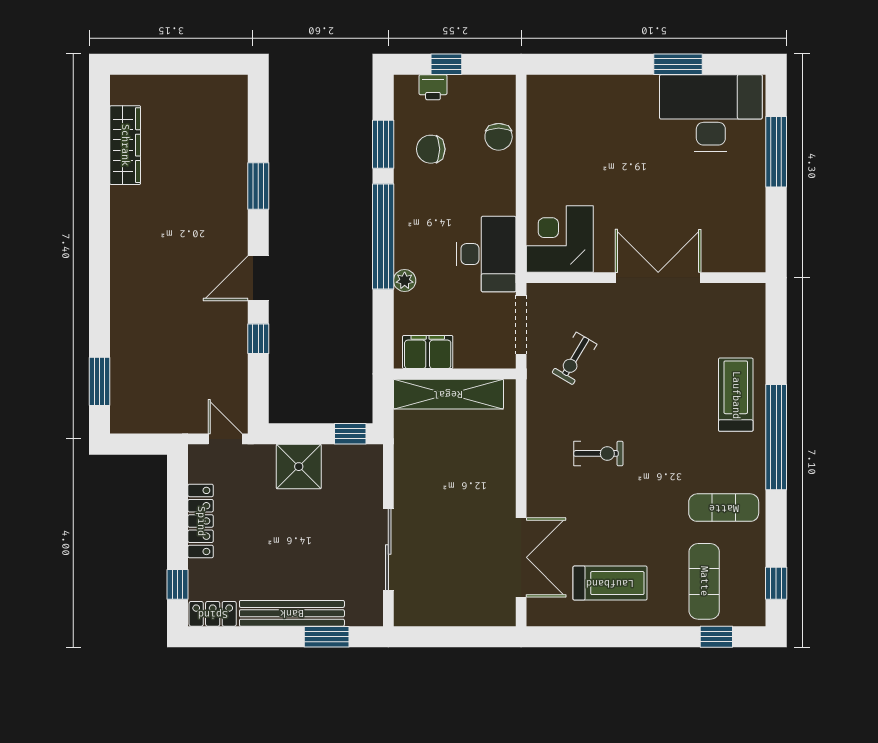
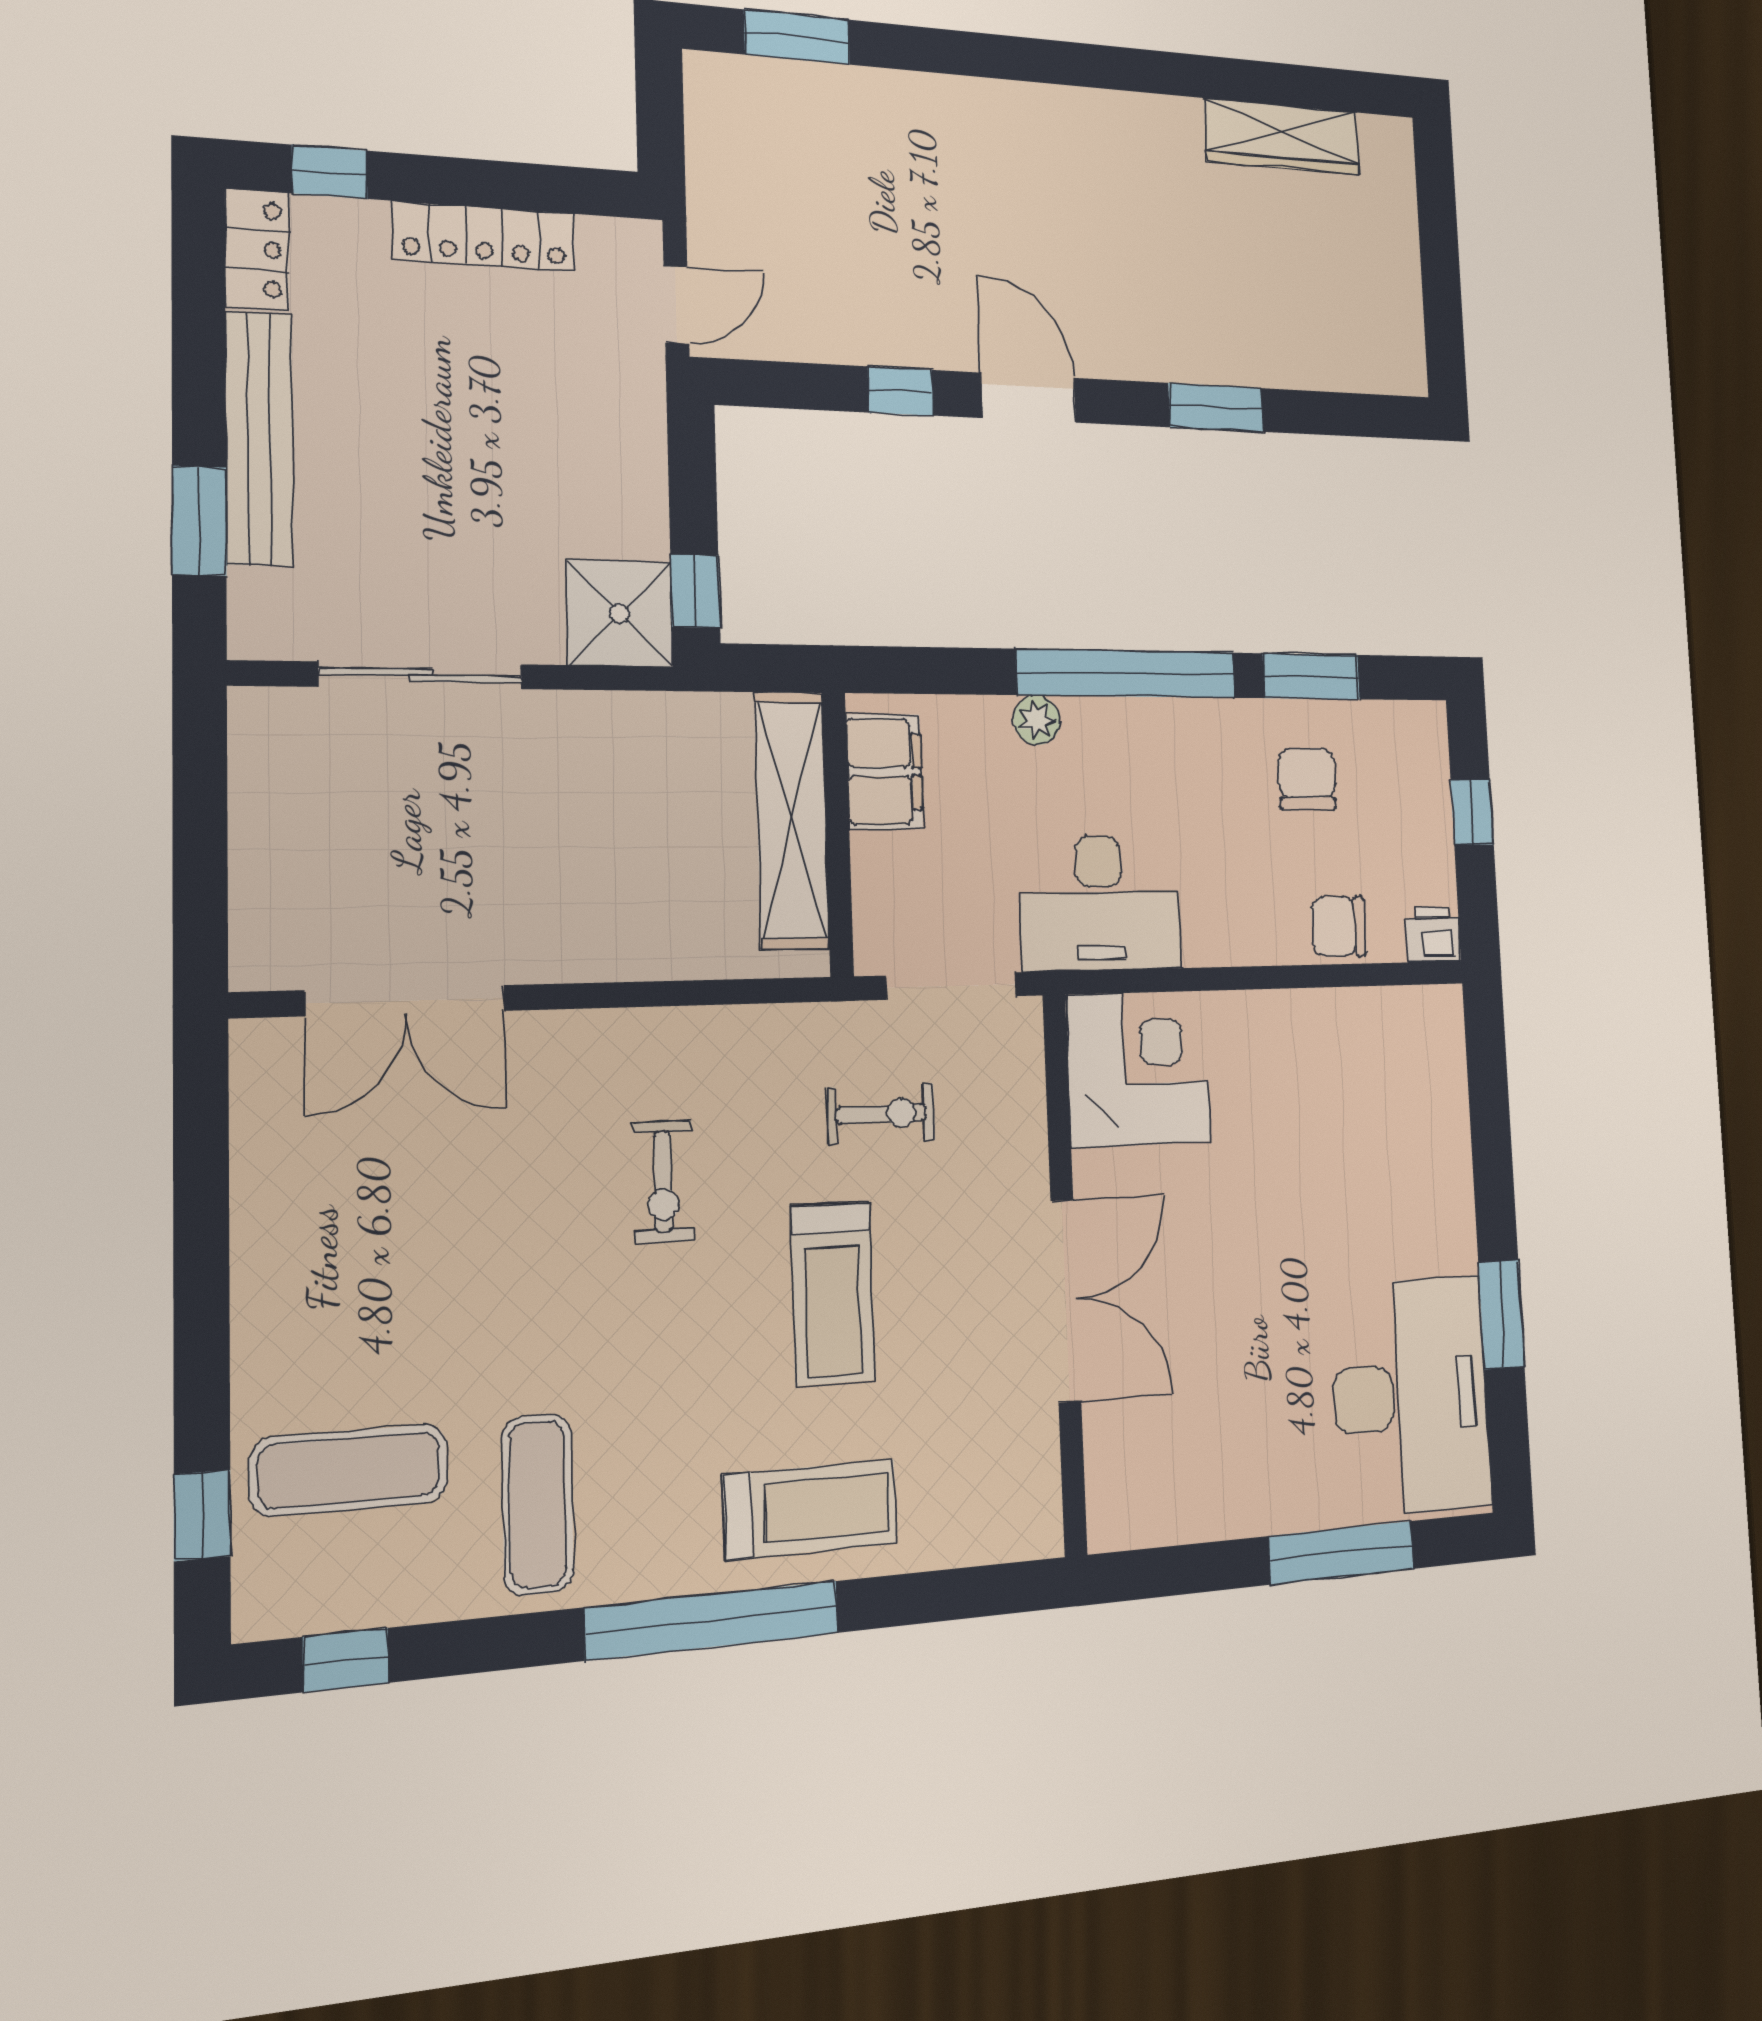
printer: (433, 87) -> (1433, 934), moved, turned 90
exercise bike: (574, 358) -> (881, 1114), turned 149
shower: (299, 467) -> (620, 614), moved
treadmill: (610, 583) -> (832, 1293), moved

